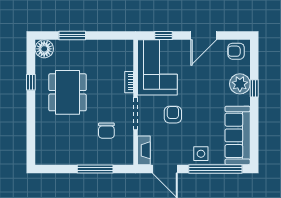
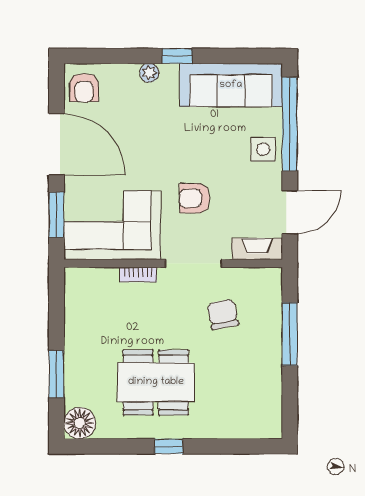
window: (163, 36) -> (56, 215), width x1.50
door: (204, 36) -> (56, 144), width x1.36
window: (31, 82) -> (169, 446), moved
plant: (240, 84) -> (149, 73), width x0.53, depth x0.53
window: (254, 88) -> (177, 56), moved
chair: (106, 131) -> (223, 314), turned -101

